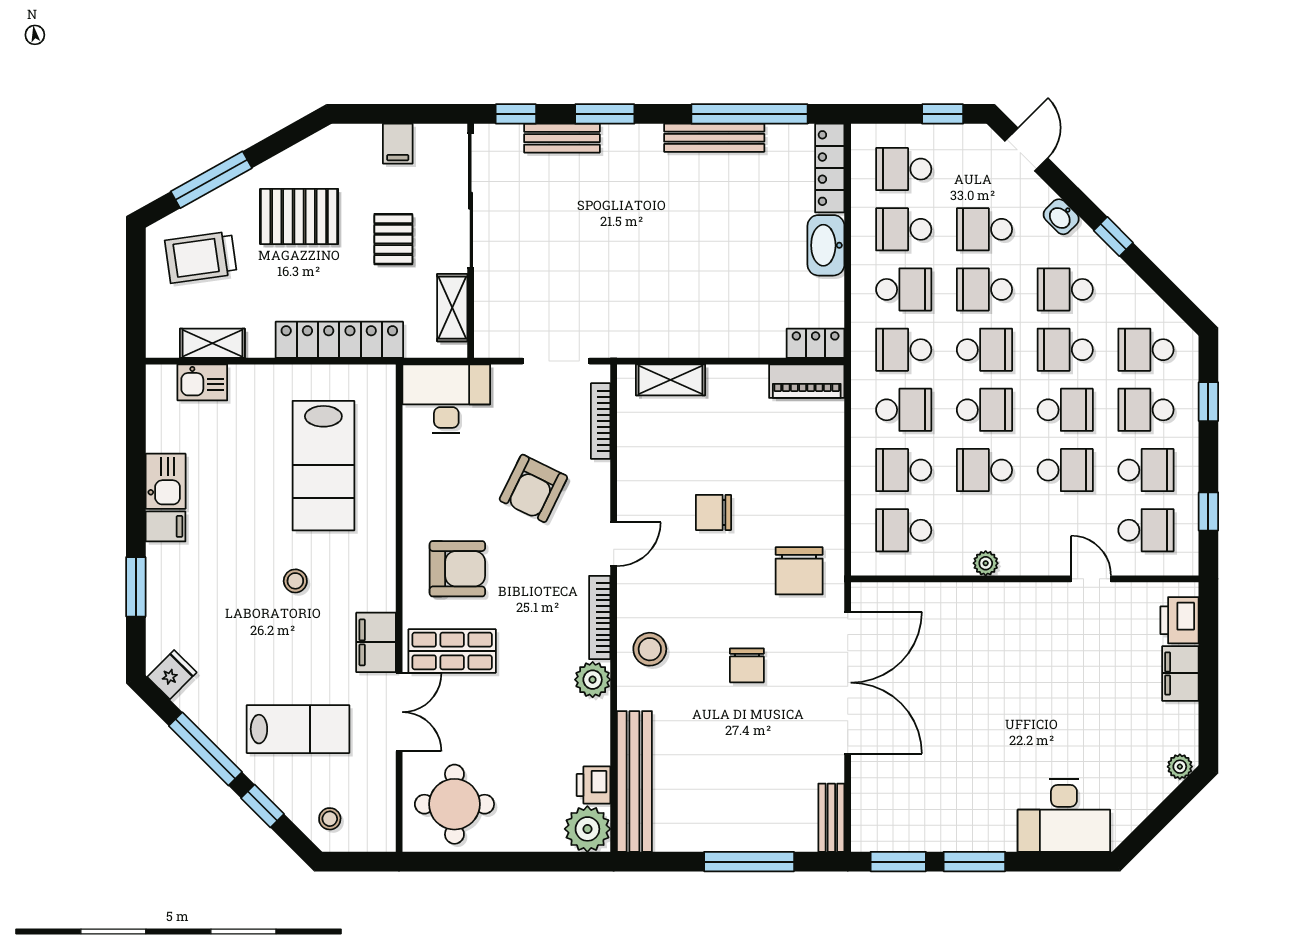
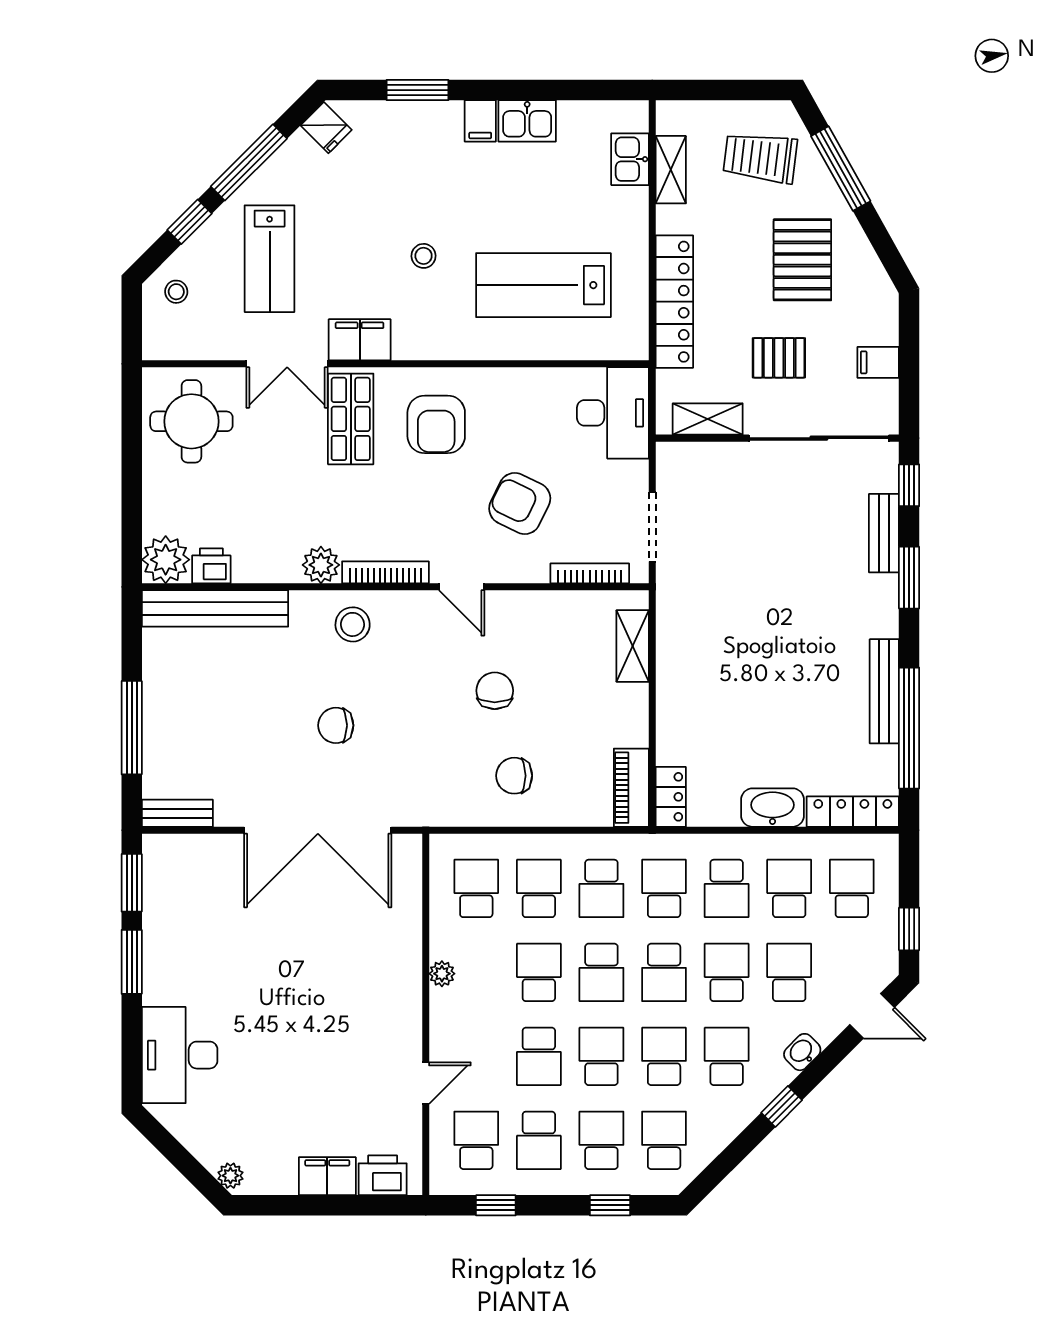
trolley: (201, 257) -> (760, 158), turned -75
school desk: (1065, 410) -> (601, 1056), turned 180
school desk: (1146, 530) -> (476, 1140), turned 180
chair: (799, 571) -> (514, 776), moved, width x0.73, depth x0.73

